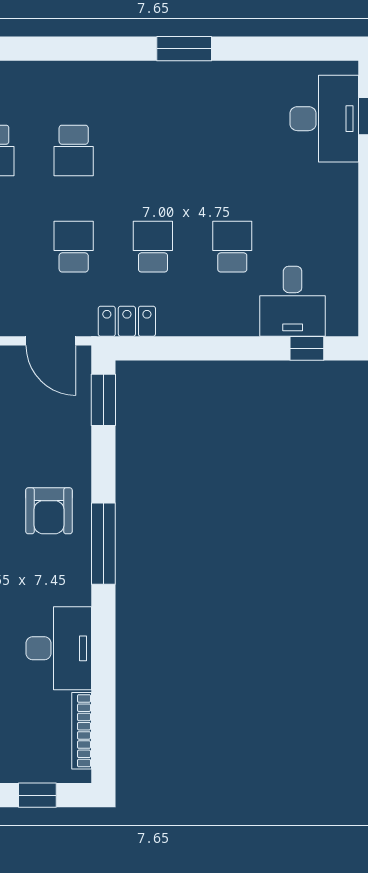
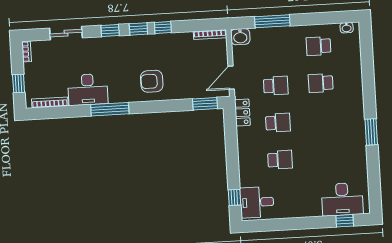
desk: (293, 301) -> (257, 202), moved
window: (103, 544) -> (110, 109), moved

